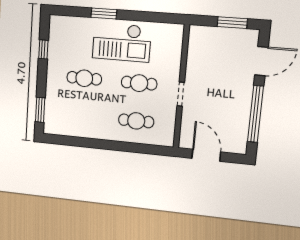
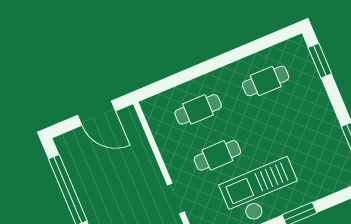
cafe table: (84, 78) -> (266, 81), moved
doorway: (181, 94) -> (176, 198), moved

